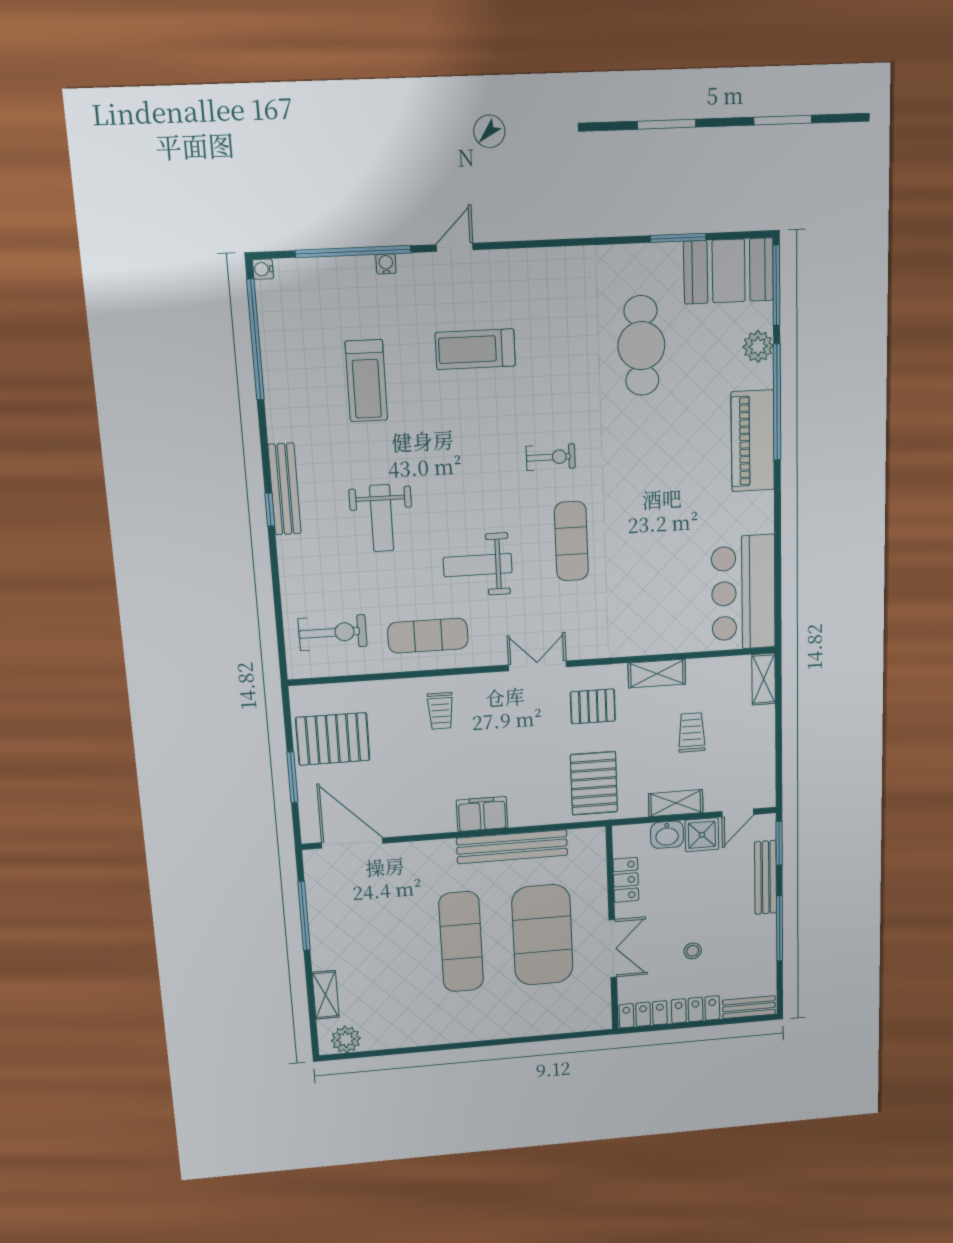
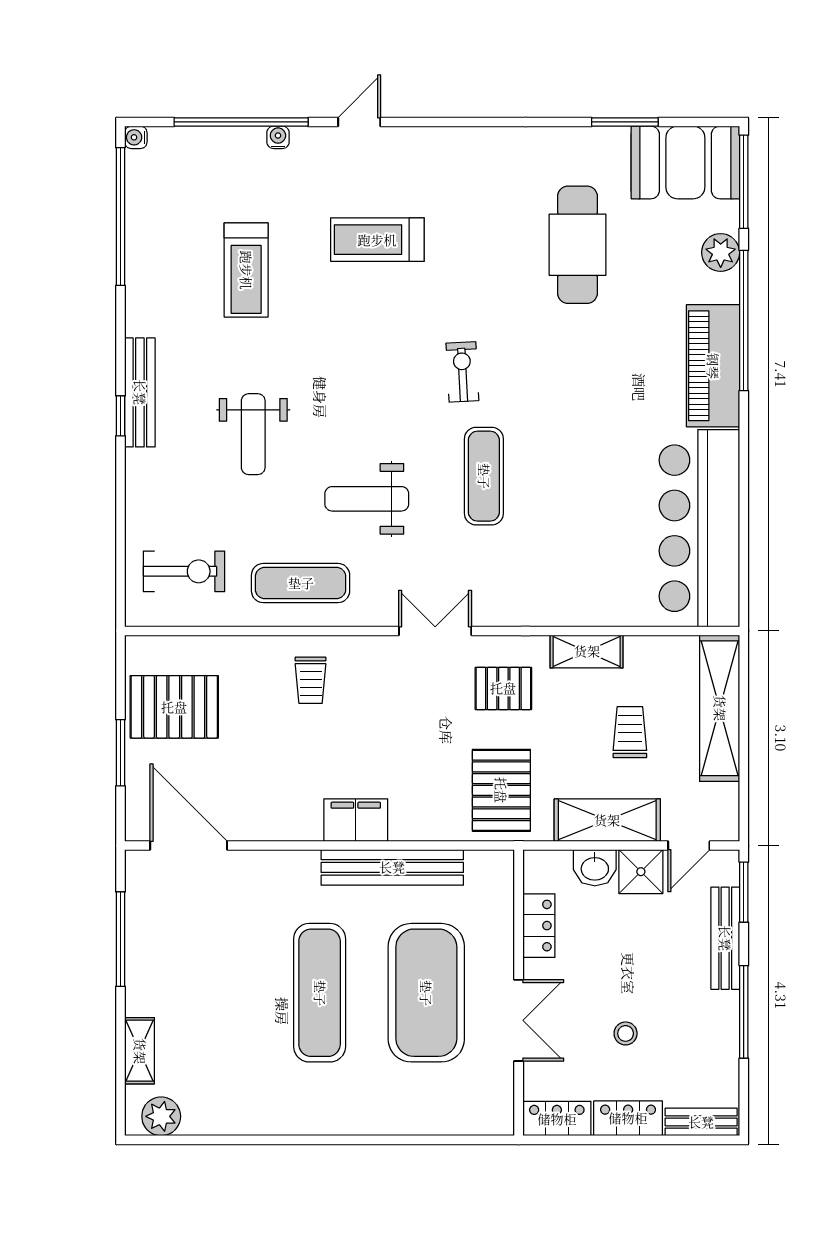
exercise bike: (551, 457) -> (462, 372), turned -93
bar counter: (743, 593) -> (699, 528), width x1.36
shelving: (764, 679) -> (720, 708), width x2.20, depth x1.33
shelving: (676, 803) -> (607, 820), width x1.50, depth x1.33

